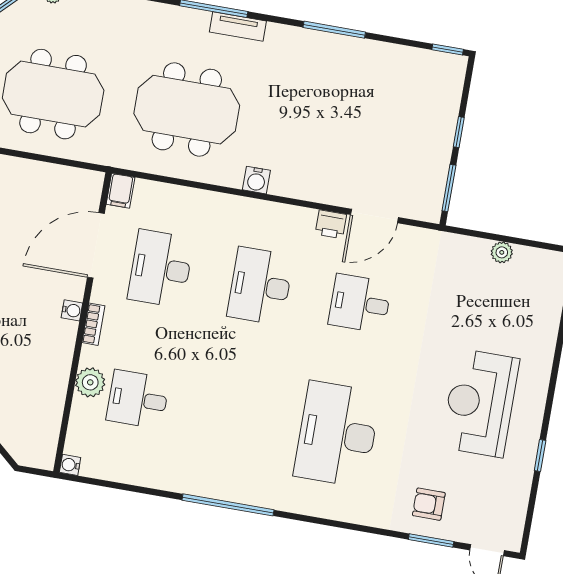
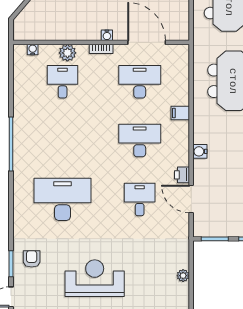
water cooler: (256, 180) -> (200, 151), moved
filing cabinet: (120, 191) -> (180, 113), moved
water cooler: (70, 465) -> (33, 50), moved

